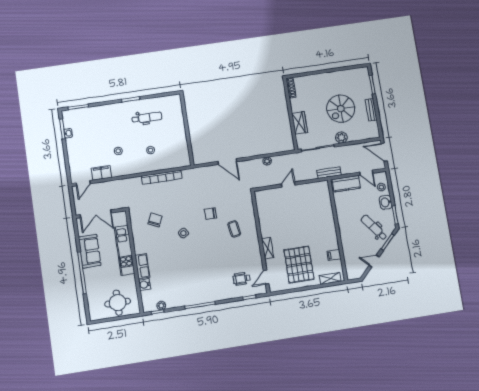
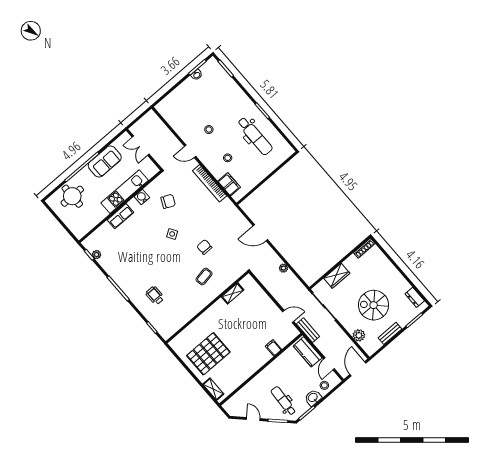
dresser: (354, 73) -> (415, 297), added
dental chair: (147, 118) -> (255, 136), width x1.36, depth x1.38
plant: (341, 137) -> (359, 335), moved
door: (227, 162) -> (260, 233), hinge flipped
filing cabinet: (101, 173) -> (229, 184), moved
door: (83, 183) -> (190, 151), moved
door: (288, 185) -> (288, 317), moved
double door: (96, 214) -> (141, 146), width x0.73
dental chair: (374, 228) -> (283, 401), turned -50
shelving: (268, 248) -> (233, 293), moved
filing cabinet: (334, 255) -> (273, 348), moved
door: (266, 277) -> (179, 331), removed
wheelchair: (242, 279) -> (155, 296), moved
water cooler: (145, 285) -> (142, 197), moved
round table: (118, 303) -> (72, 196), moved

